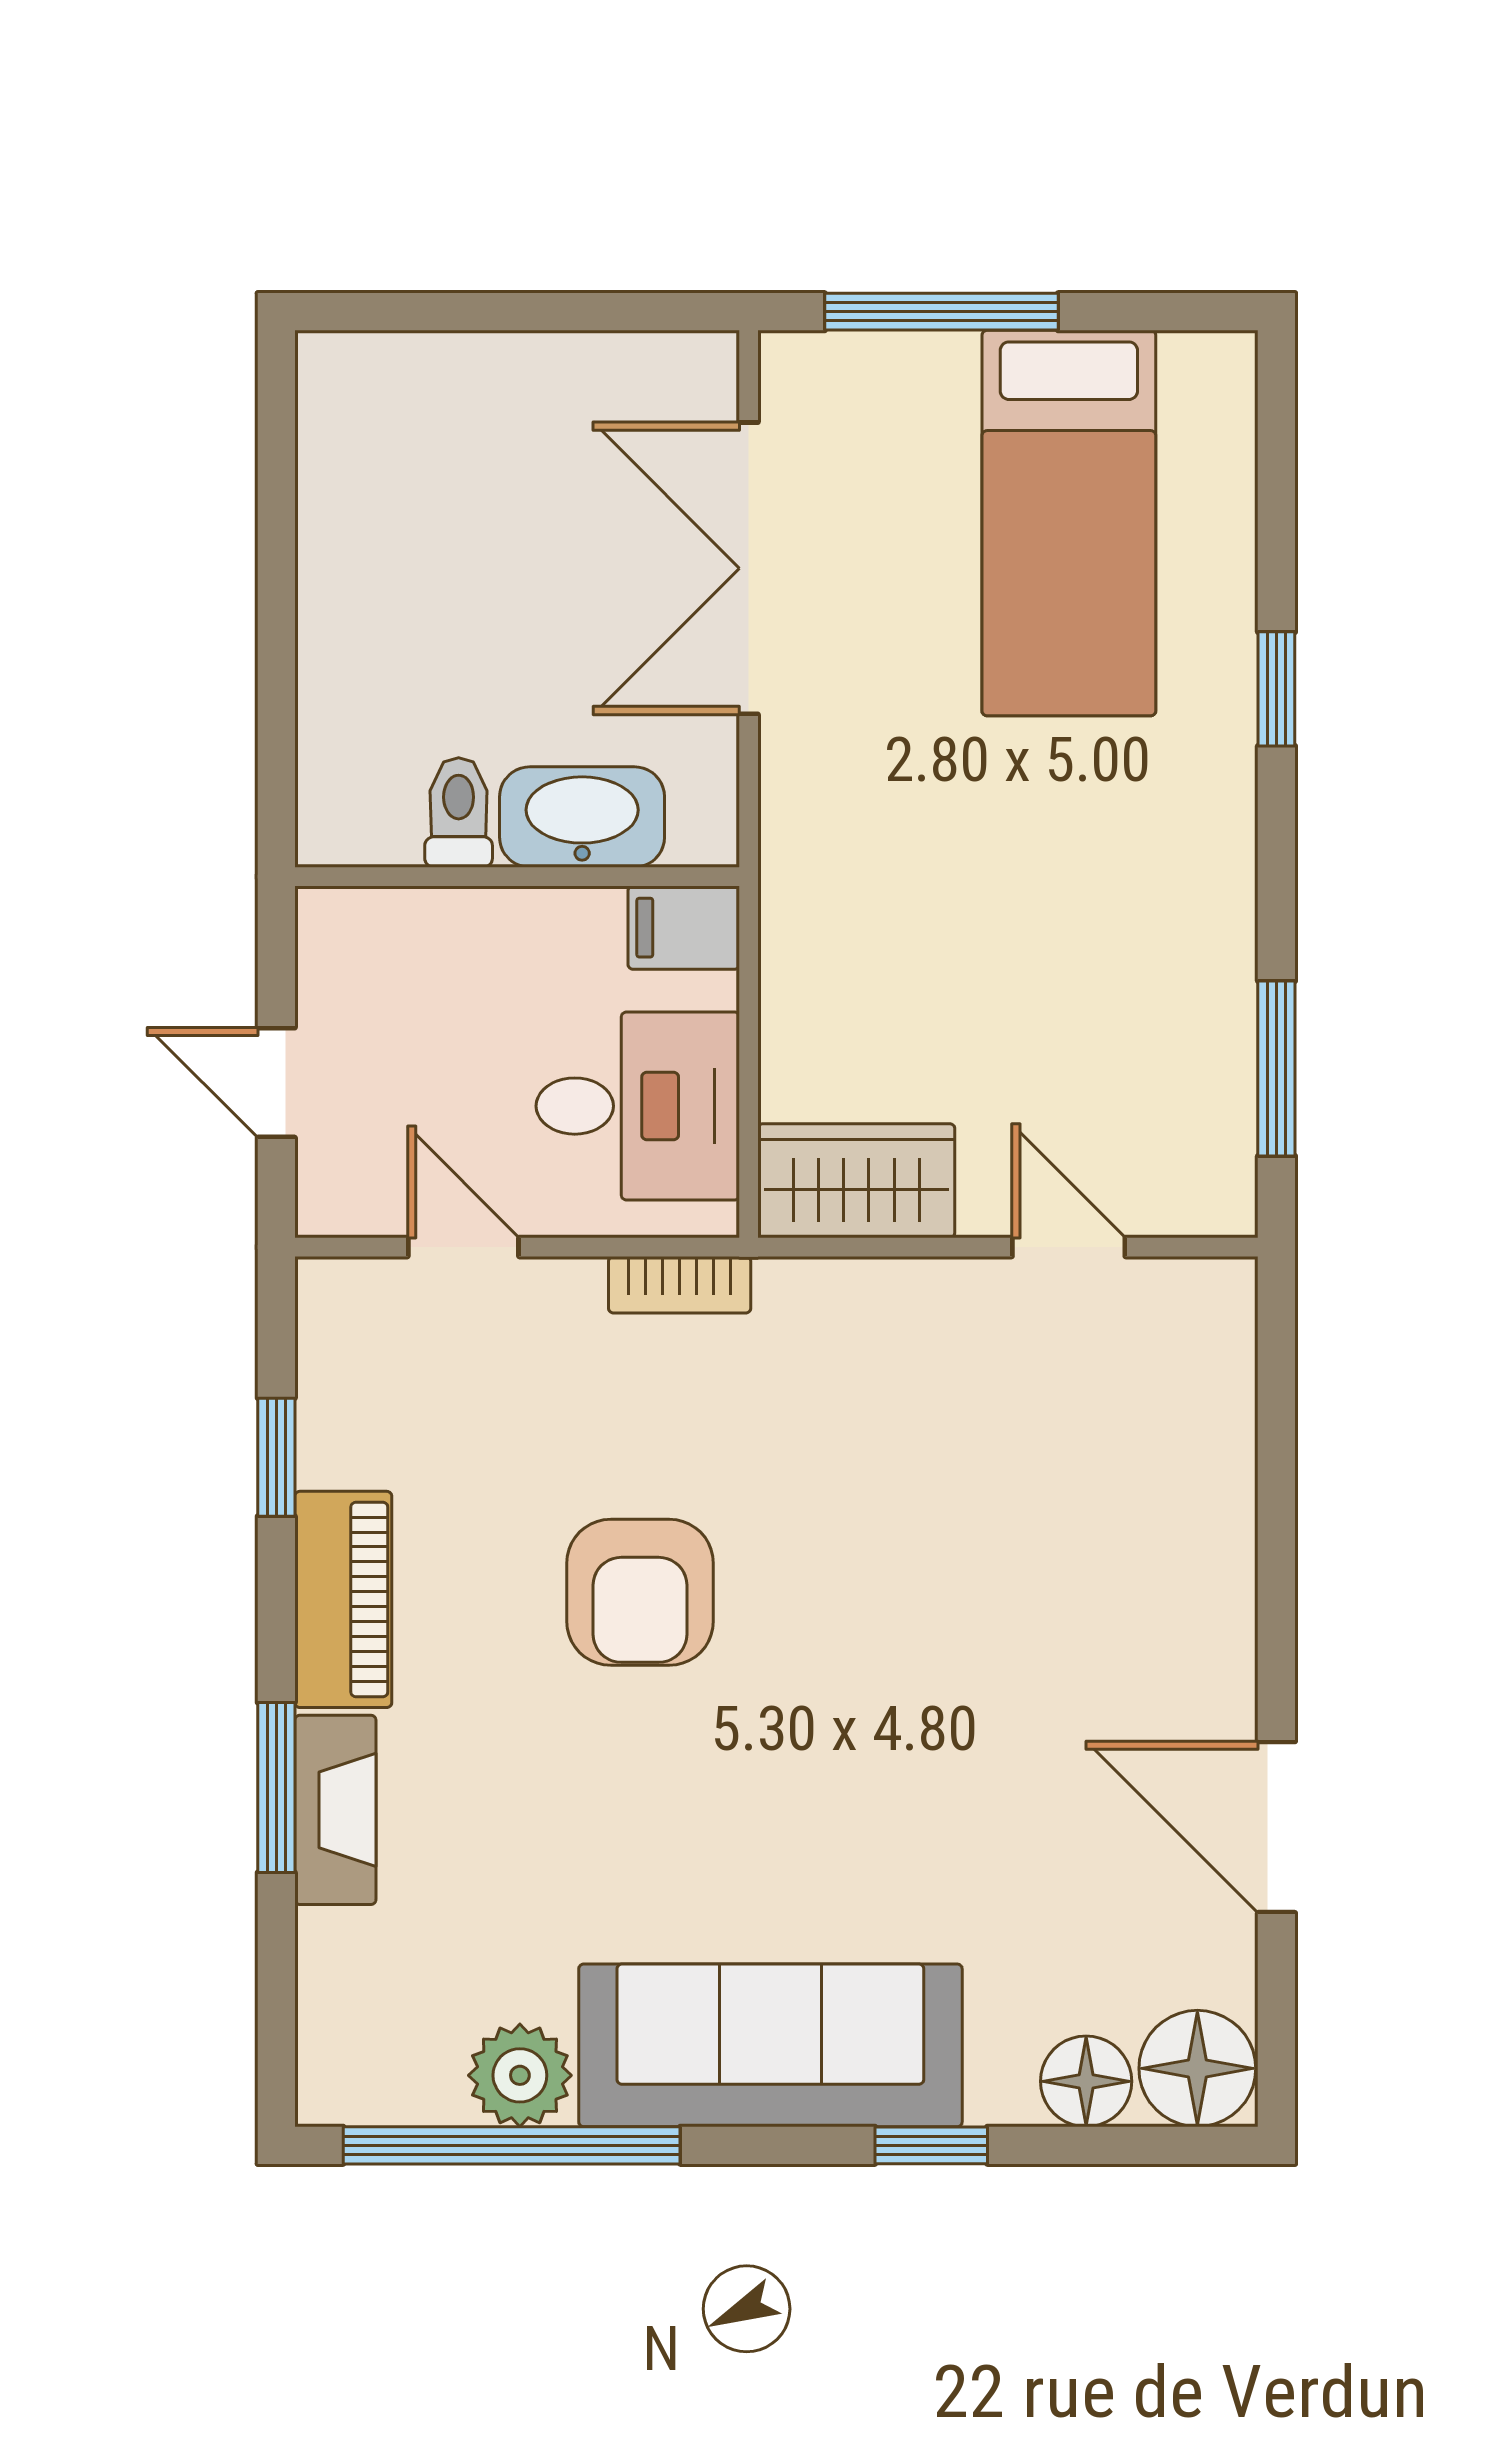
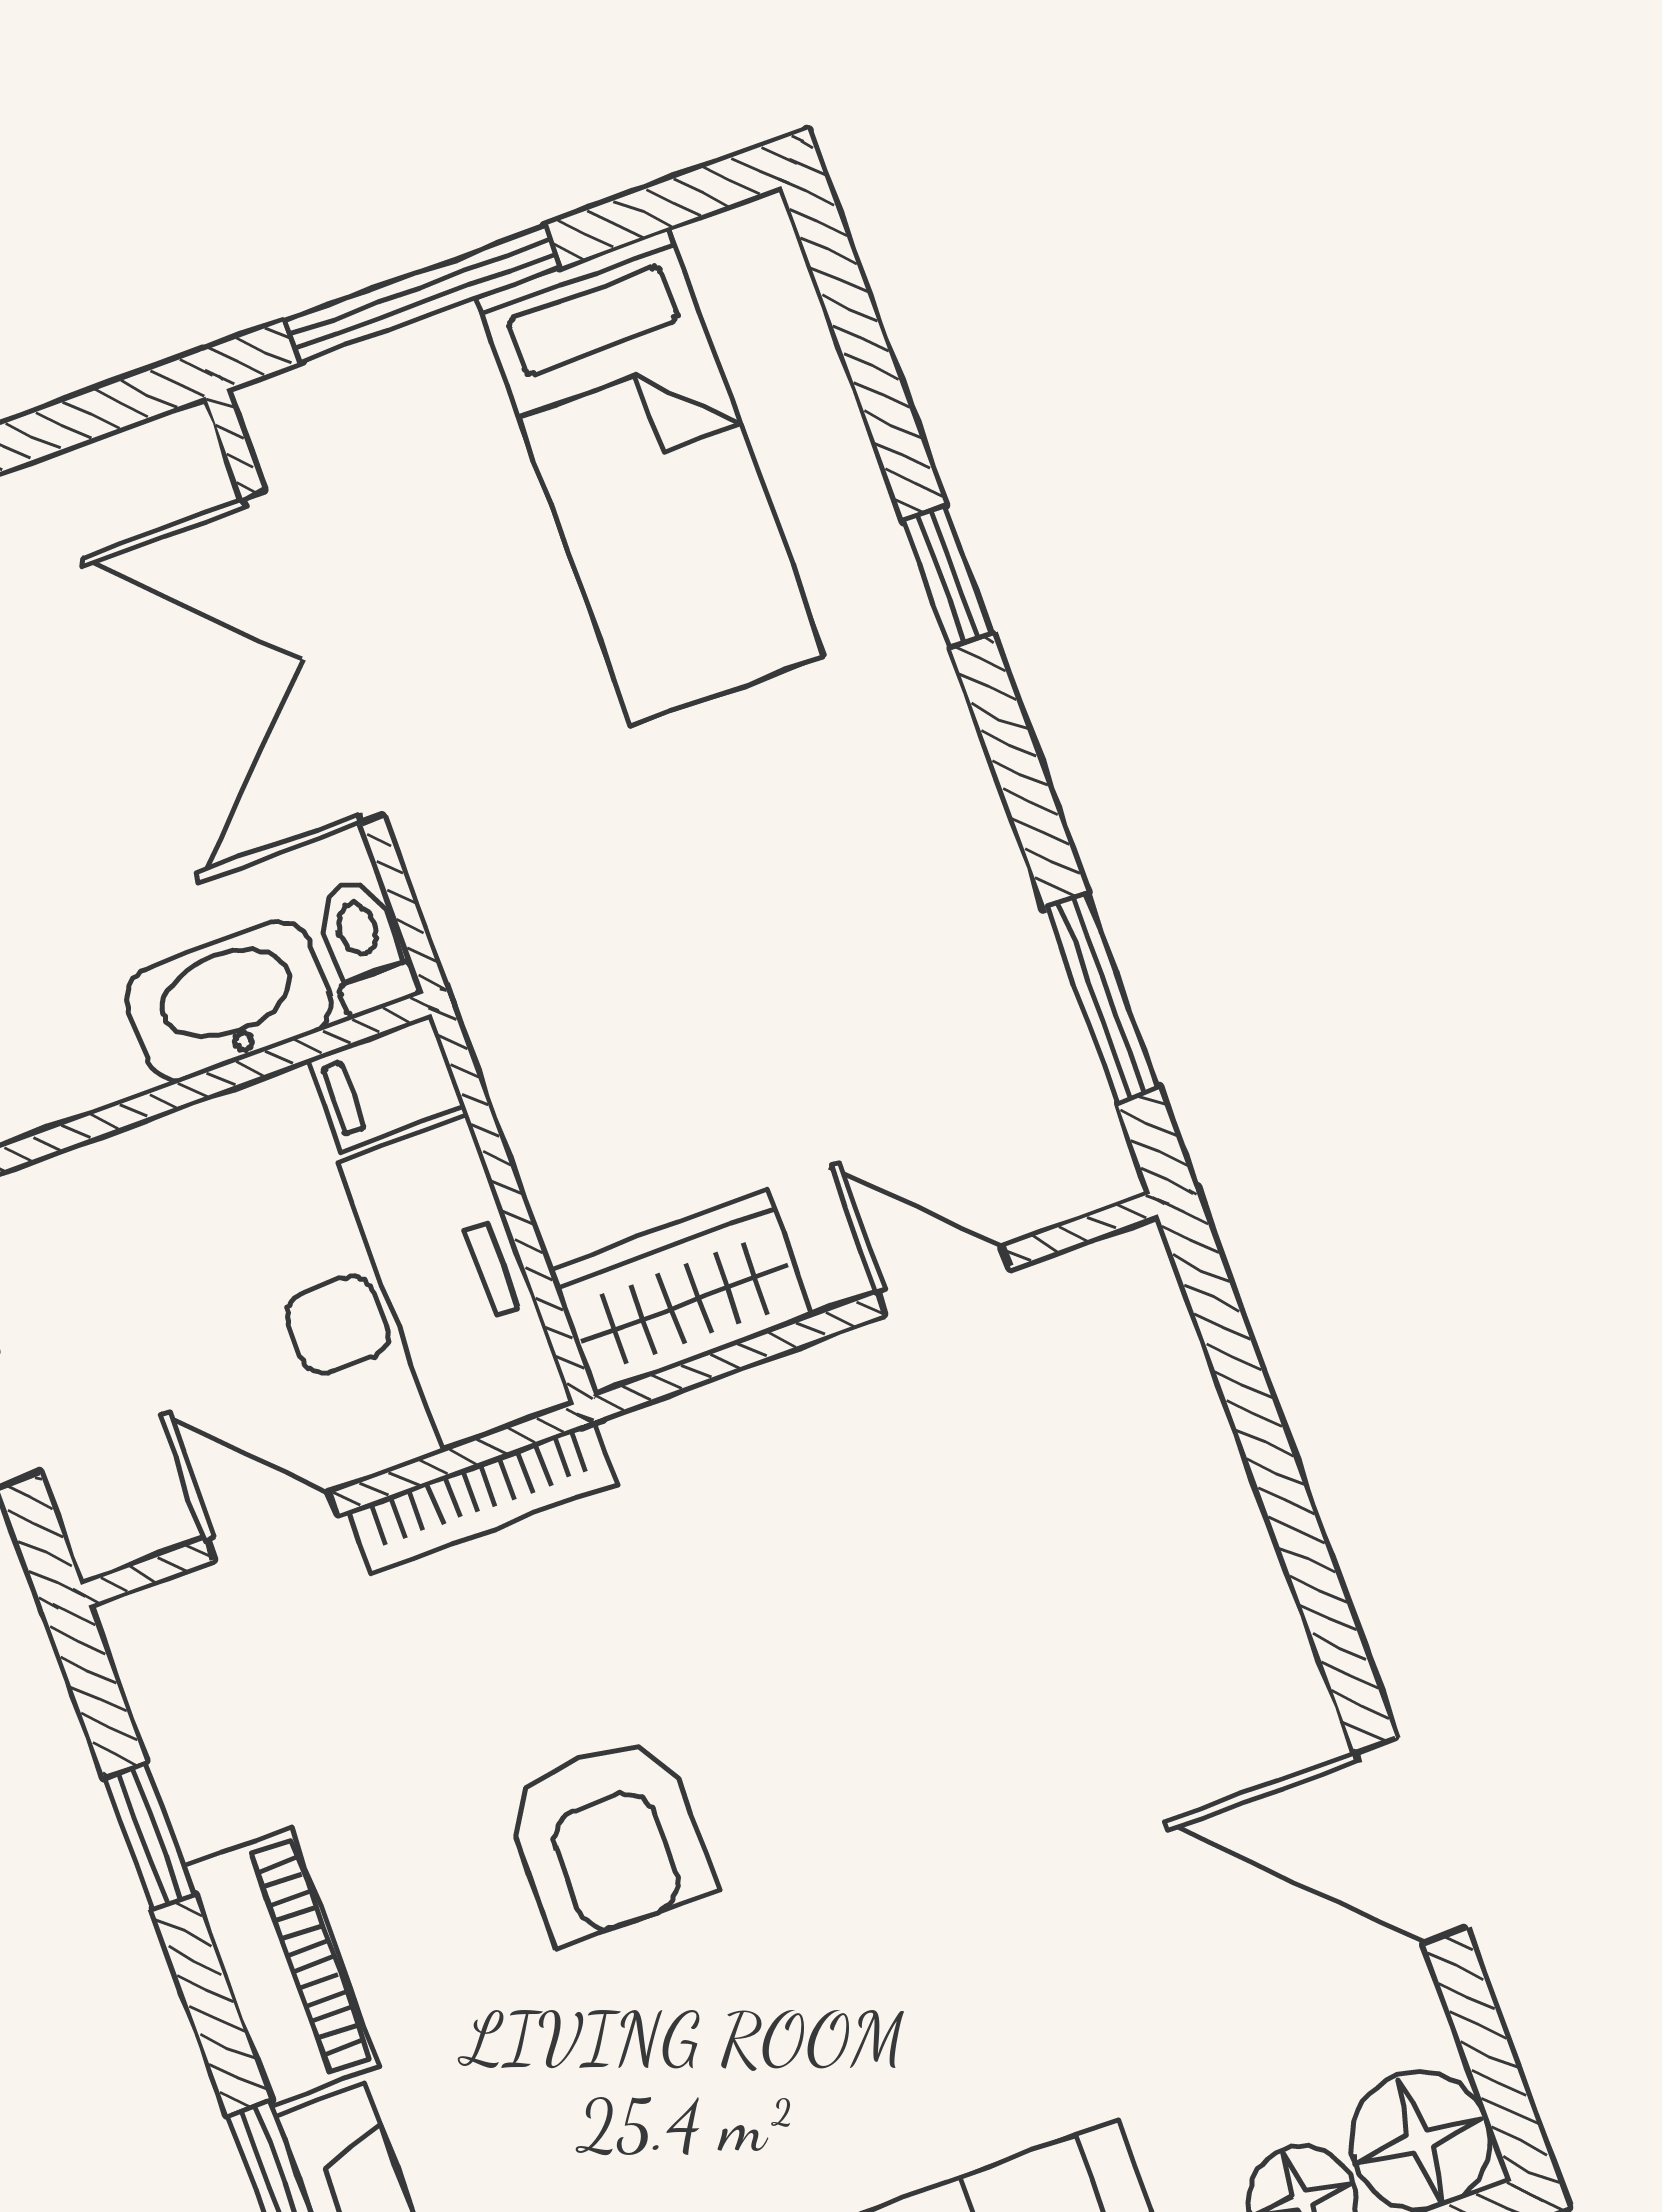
toilet: (459, 812) -> (364, 946), moved
desk: (638, 1106) -> (408, 1299), width x1.37
bookcase: (680, 1285) -> (483, 1497), width x1.56

